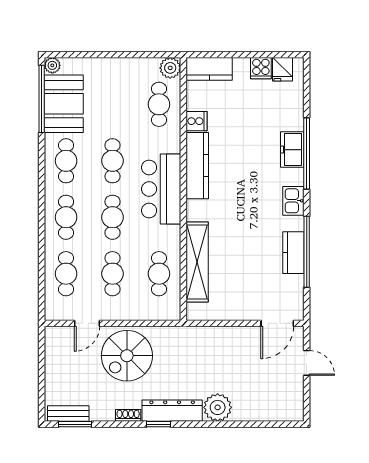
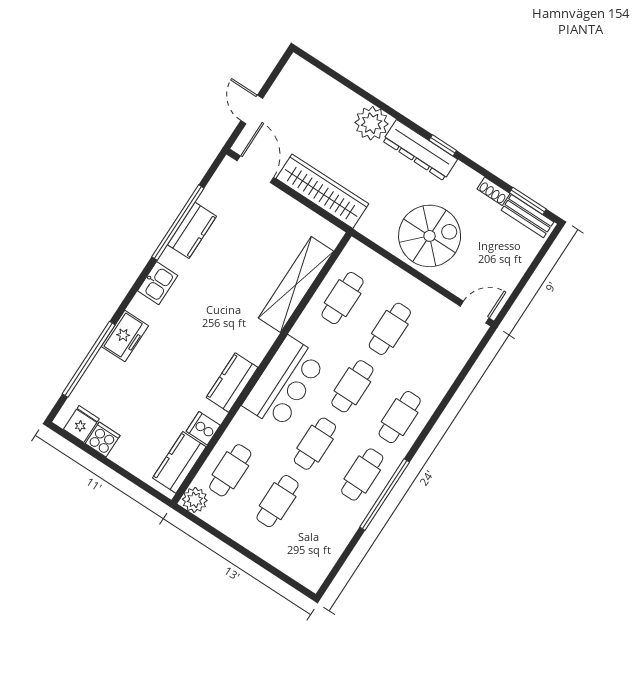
plant: (52, 65) -> (313, 581), removed
kitchen counter: (209, 69) -> (179, 462), moved, turned -90
window: (42, 99) -> (385, 495), moved
booth: (64, 104) -> (327, 534), removed
window: (307, 153) -> (89, 359), moved
kitchen counter: (197, 166) -> (232, 382), width x0.67
cafe table: (66, 274) -> (278, 501), moved
door: (87, 323) -> (475, 312), moved
door: (277, 323) -> (255, 169), hinge flipped
wardrobe: (221, 338) -> (322, 191), added
shoe rack: (128, 415) -> (493, 191), moved

